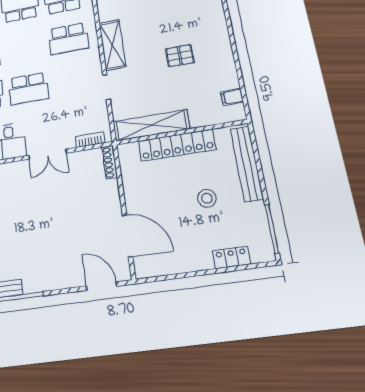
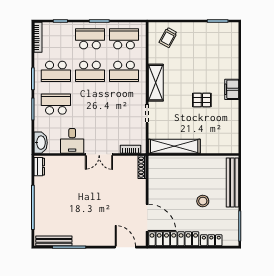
school desk: (28, 89) -> (90, 71), moved
filing cabinet: (232, 97) -> (232, 89), moved, width x2.00
locker: (177, 145) -> (174, 239), moved, turned 180

